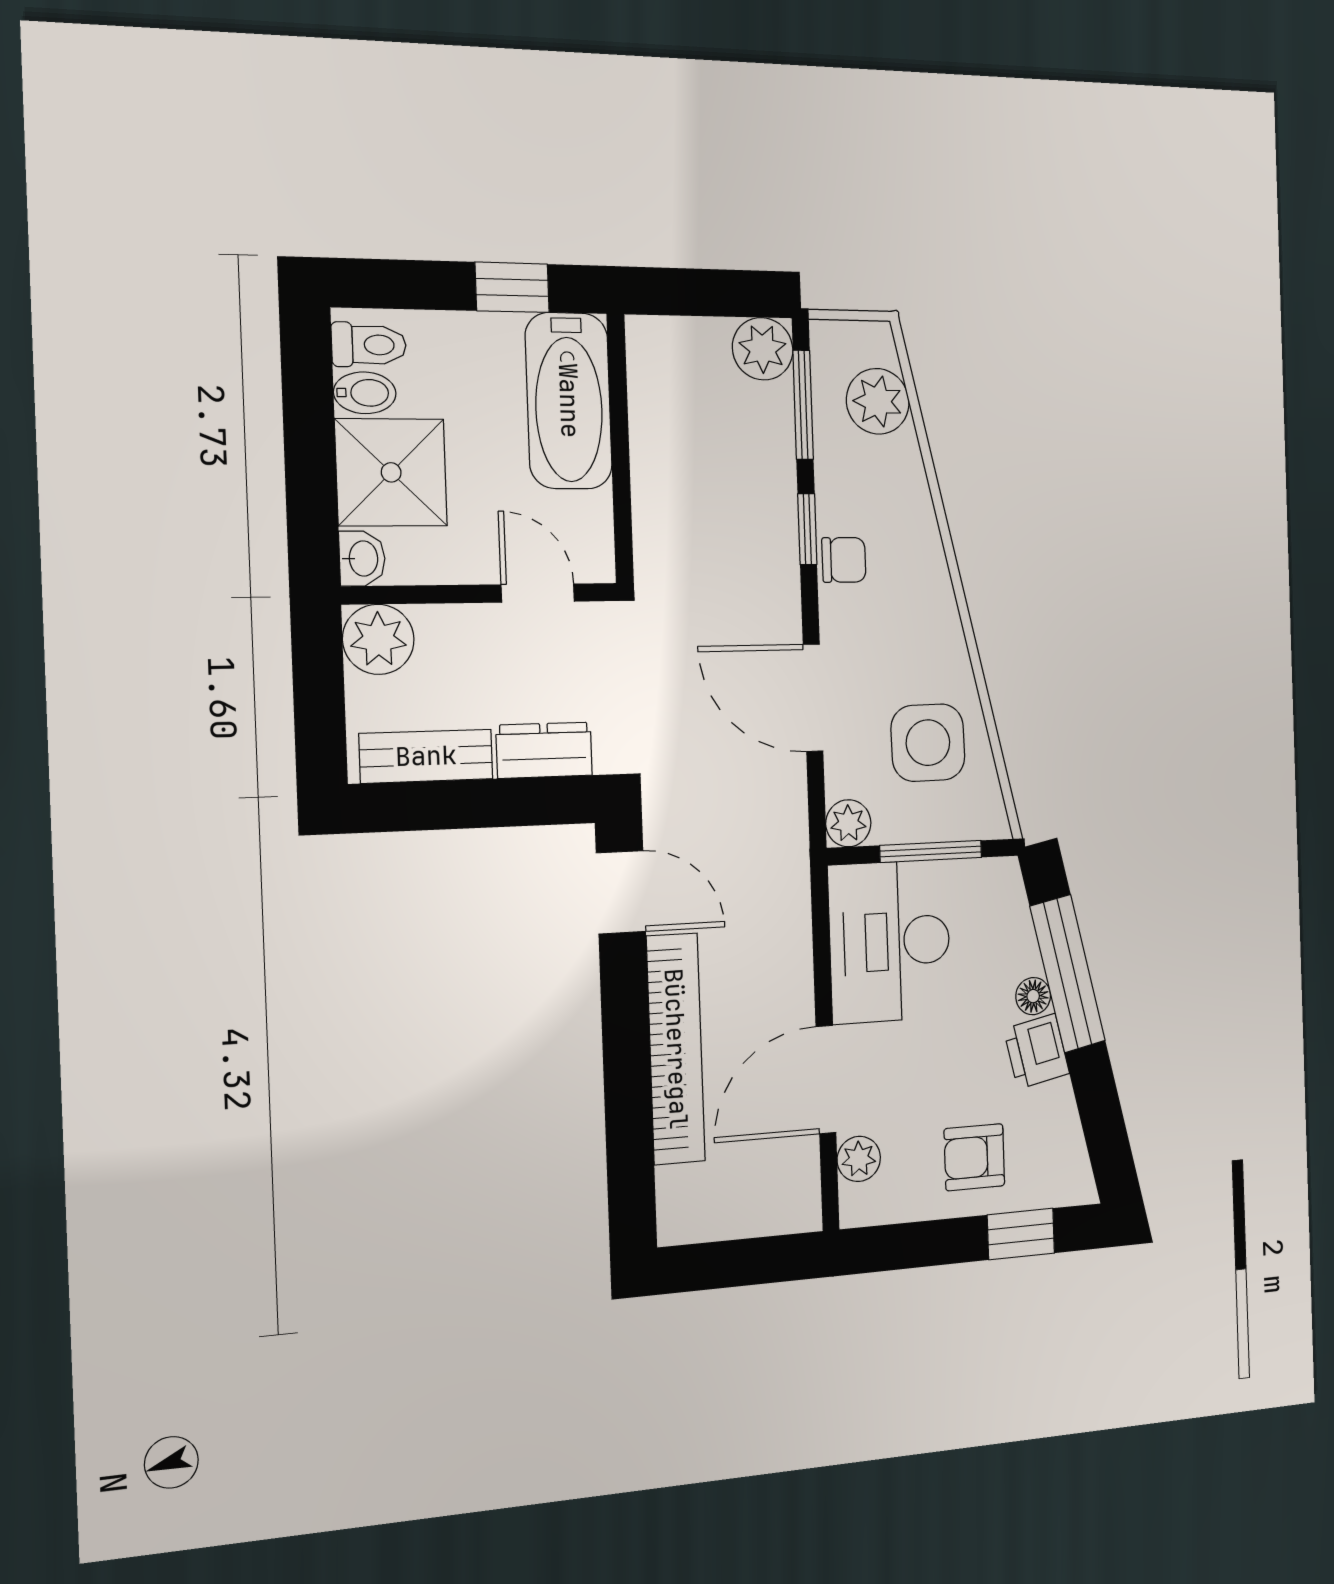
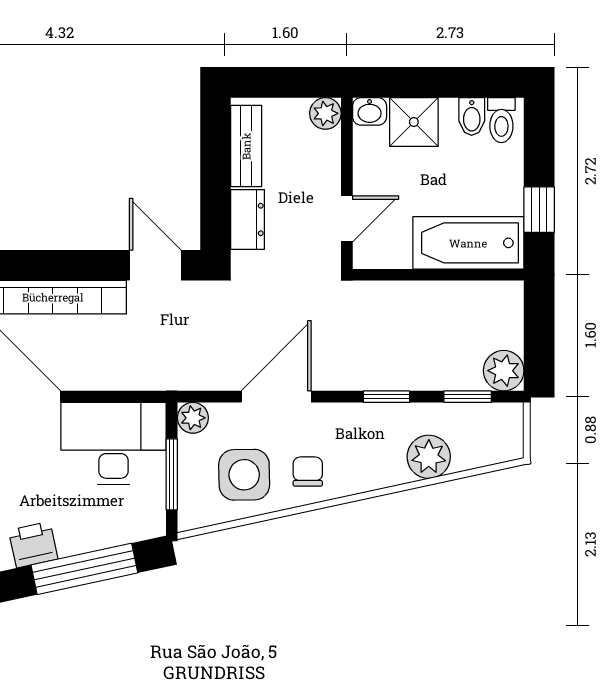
plant: (878, 401) -> (429, 457), moved
window: (803, 405) -> (468, 397), width x0.67
shower: (391, 472) -> (414, 122), width x0.73, depth x0.73
chair: (844, 560) -> (308, 472), moved, turned 180
plant: (378, 639) -> (325, 113), width x0.73, depth x0.73
door: (621, 892) -> (155, 265), swing flipped
floor lamp: (1033, 996) -> (71, 544), removed

